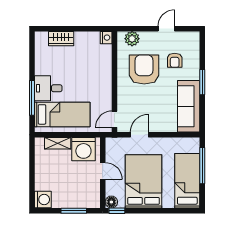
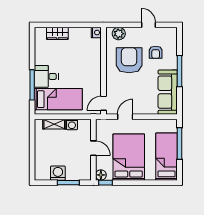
door: (166, 29) -> (148, 25), hinge flipped
window: (202, 82) -> (179, 71), width x1.44
washing machine: (83, 149) -> (72, 124), width x0.53, depth x0.53
washing machine: (43, 199) -> (58, 173), moved, turned -90

